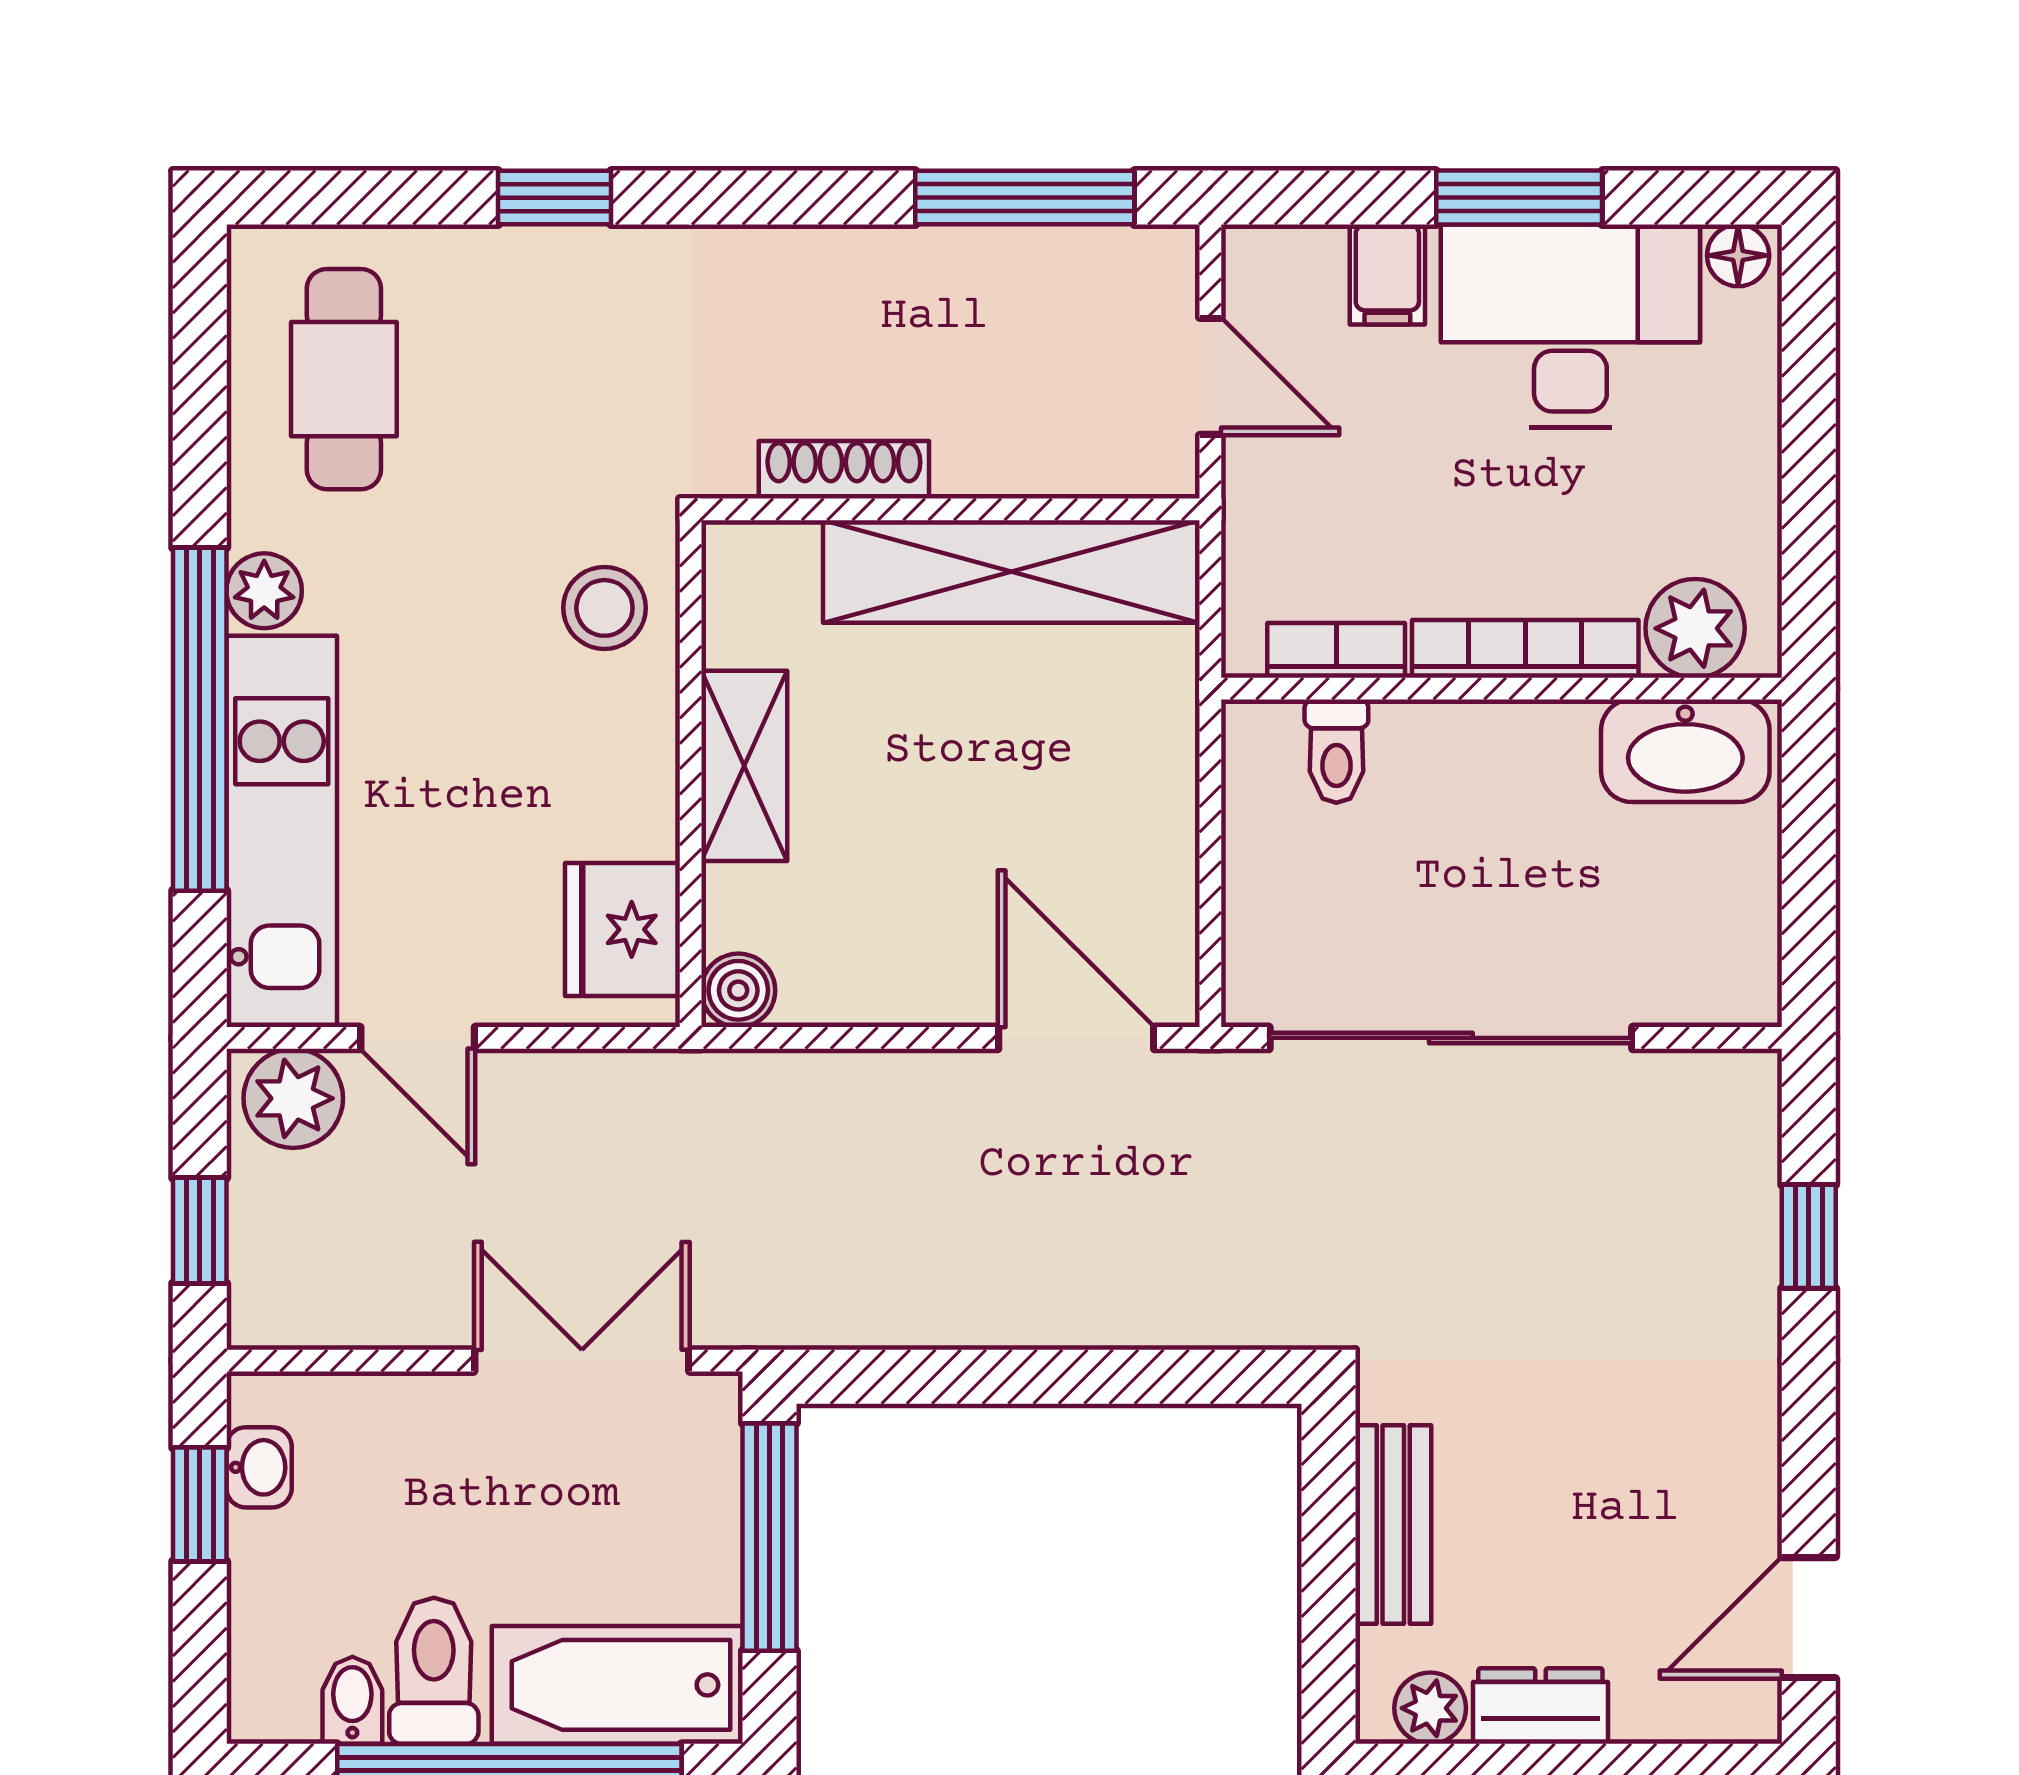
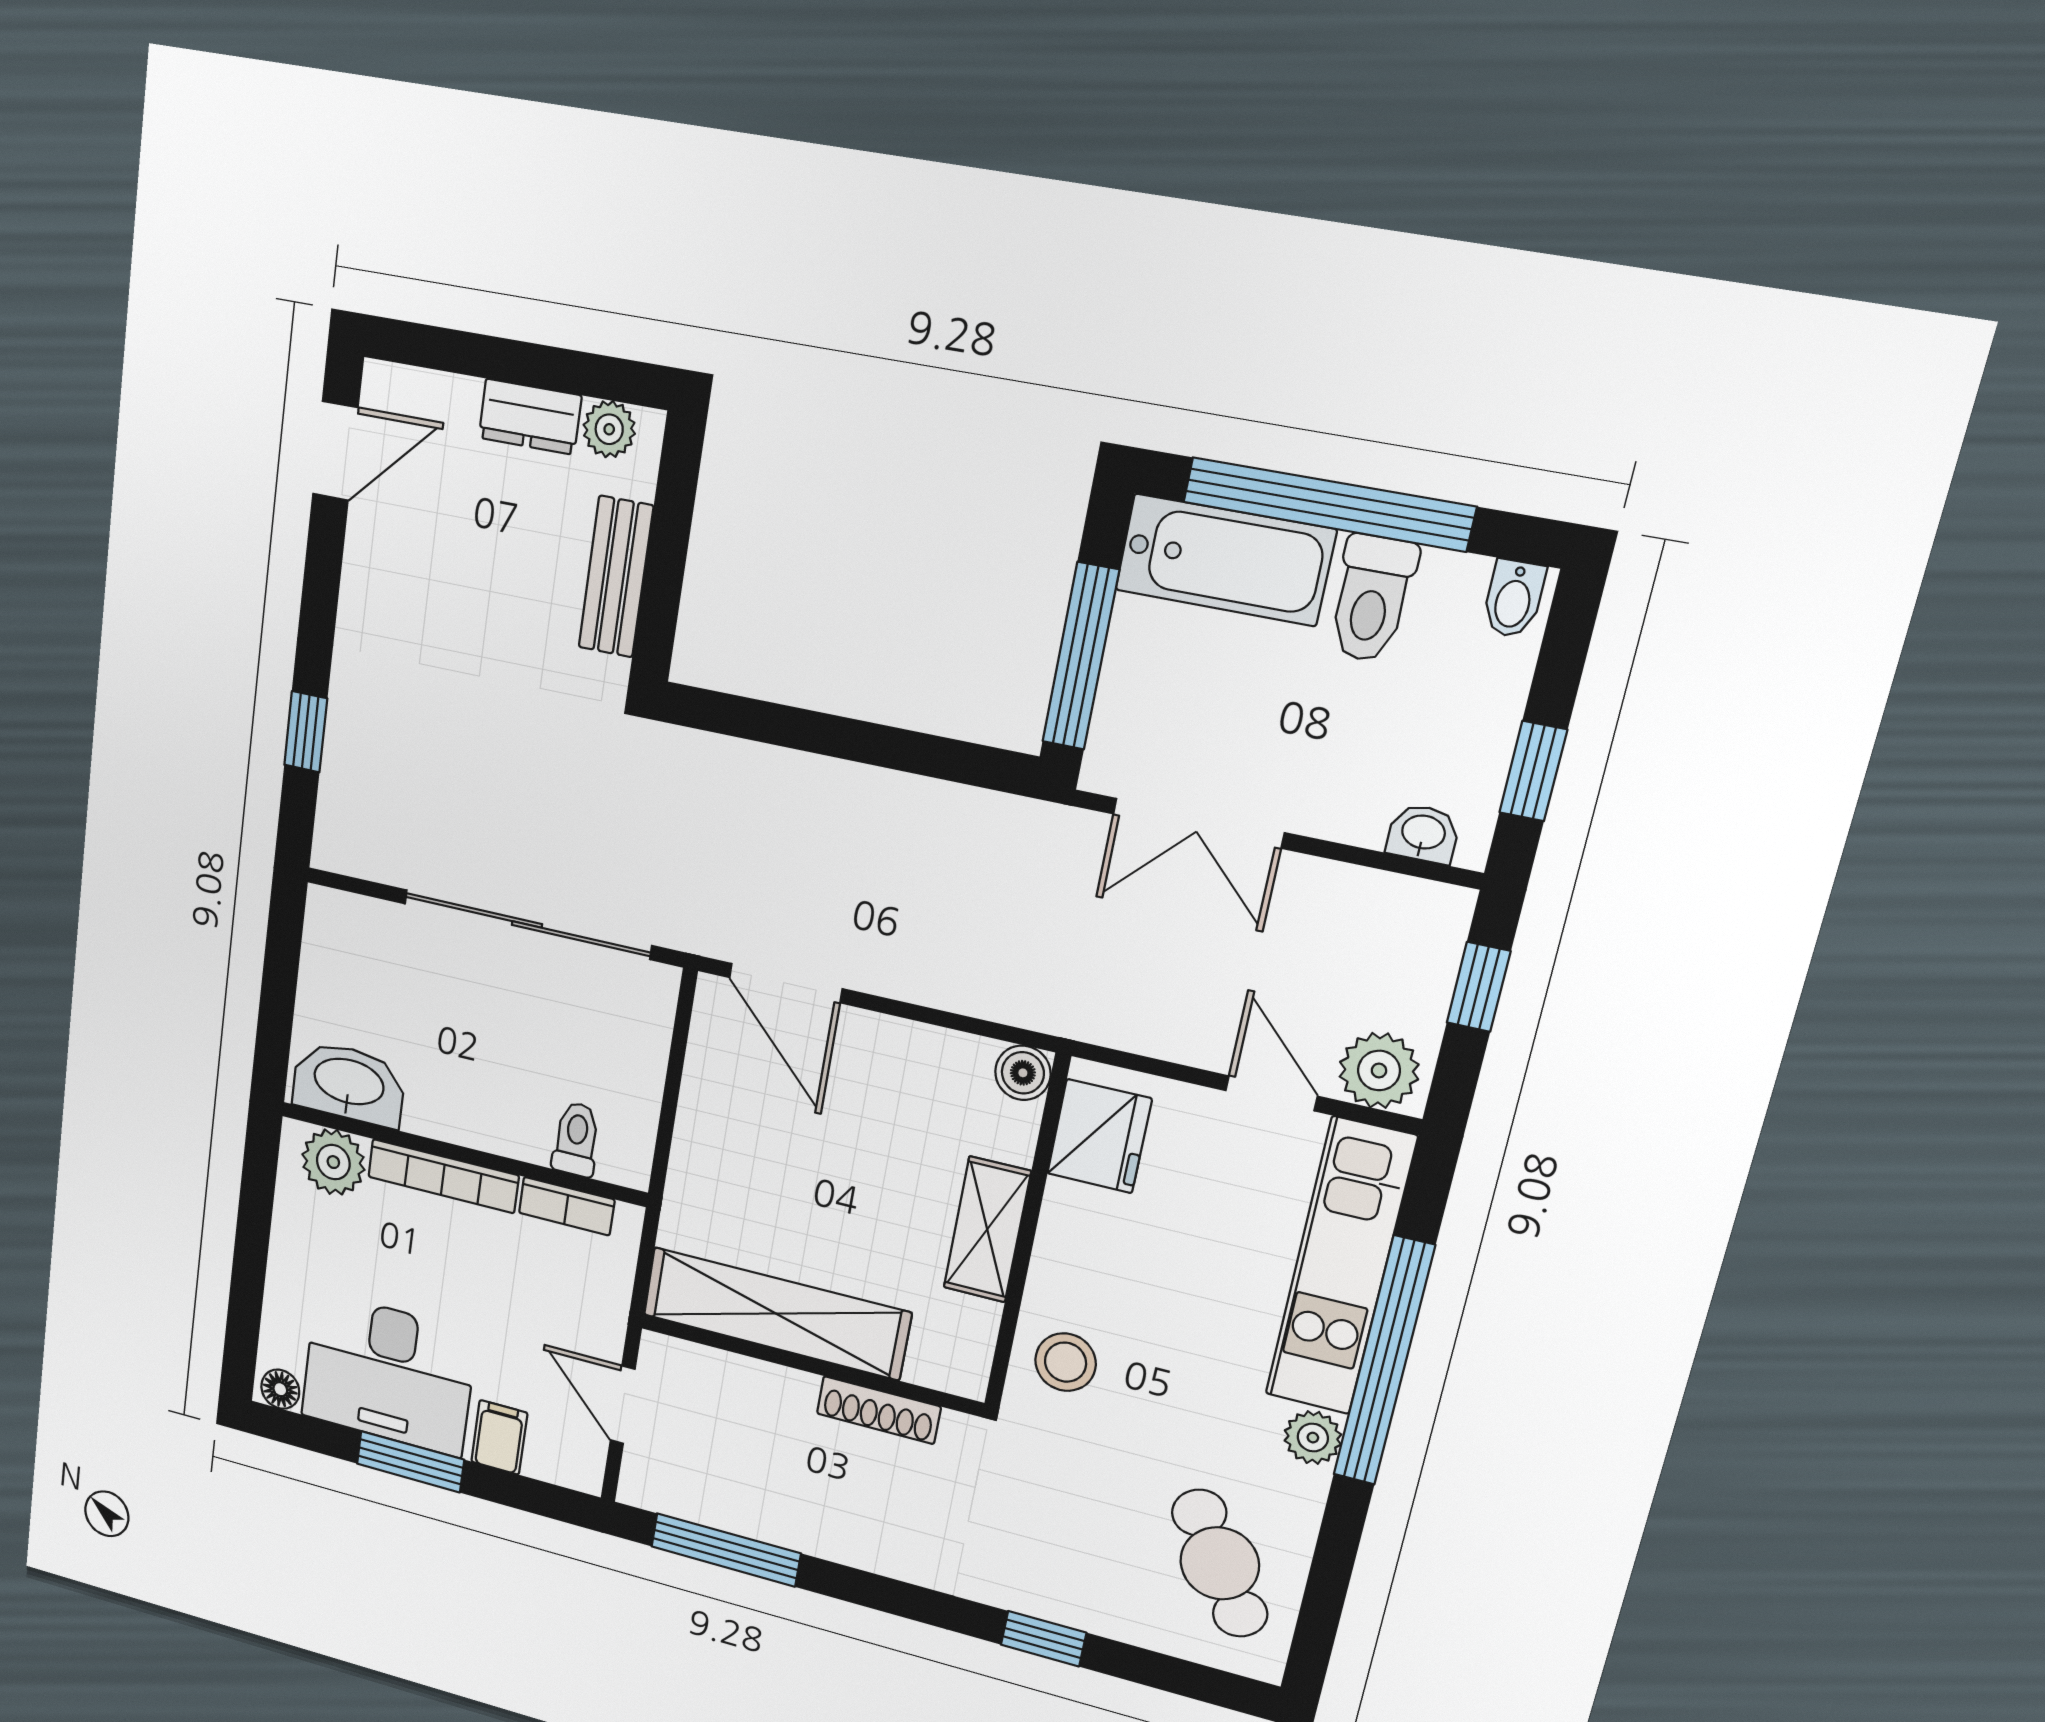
cafe table: (344, 379) -> (1220, 1563), turned -33
washbasin: (259, 1467) -> (1423, 834), moved, turned 90
bidet: (352, 1700) -> (1514, 599), moved

